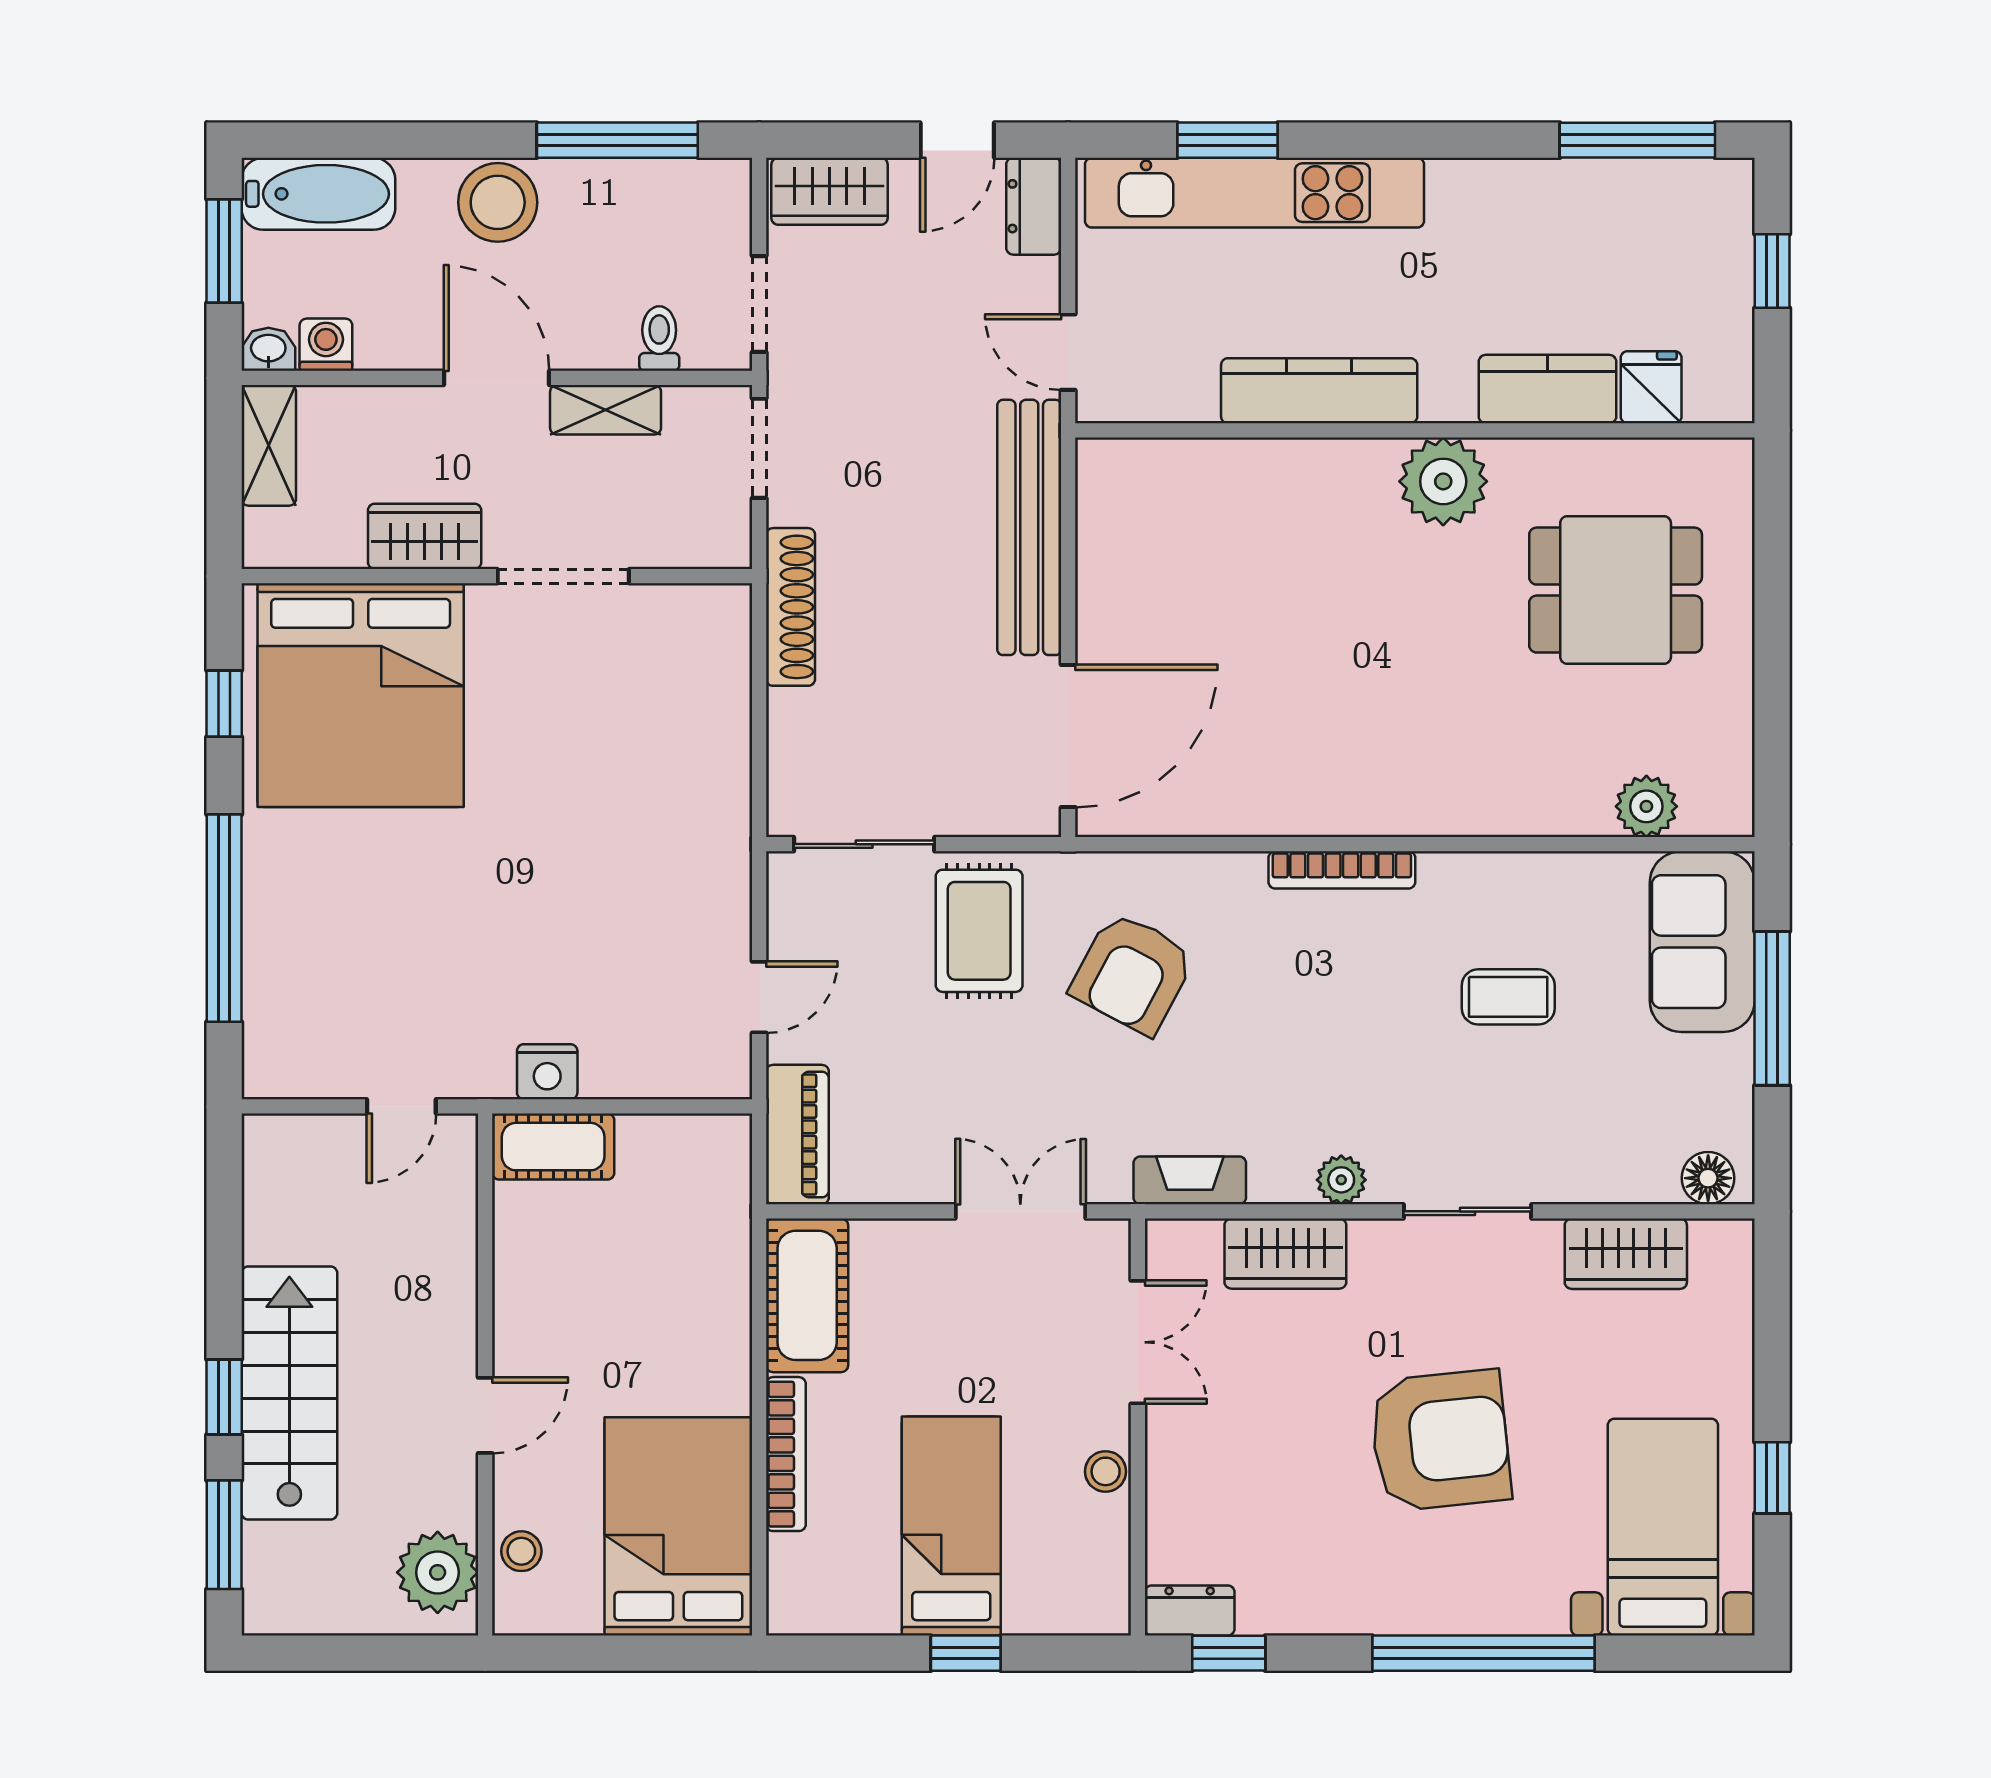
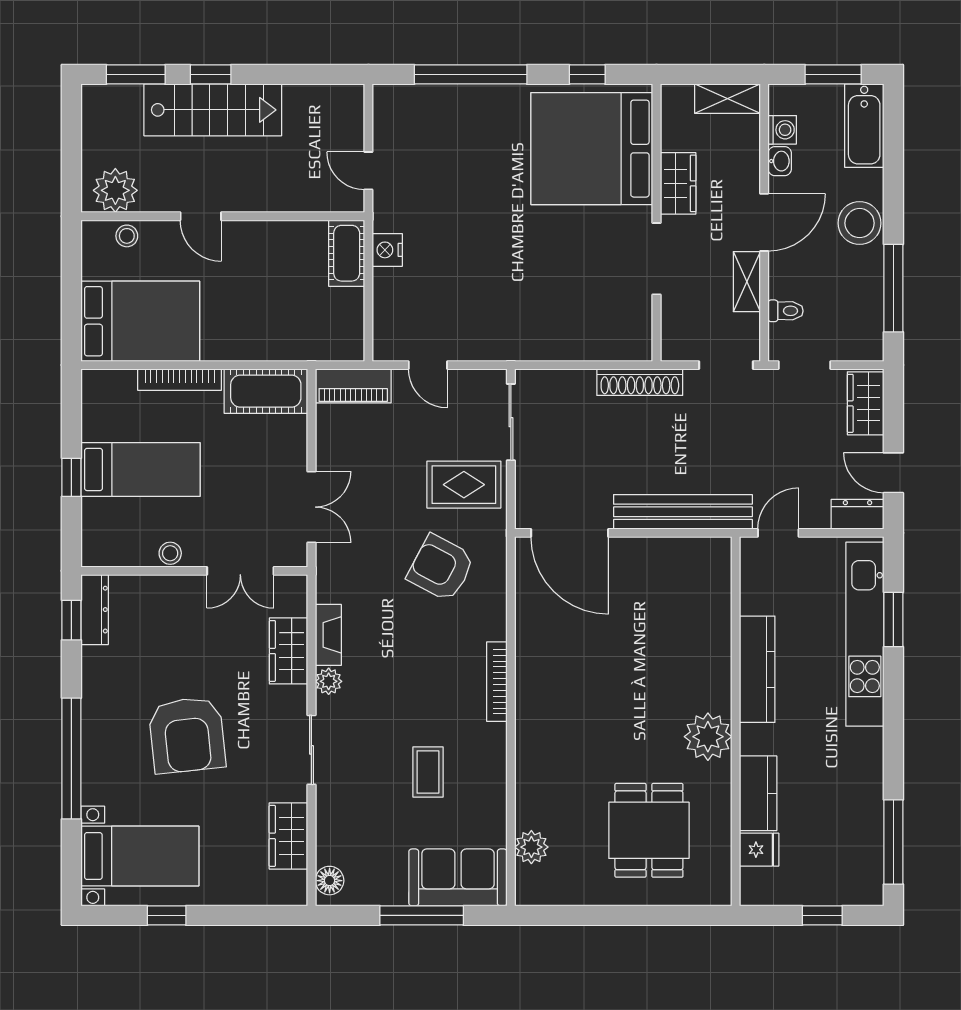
washbasin: (268, 349) -> (780, 161), moved
fireplace: (1190, 1180) -> (328, 635), moved
dresser: (1190, 1610) -> (95, 610), width x1.44

